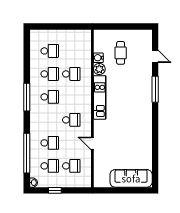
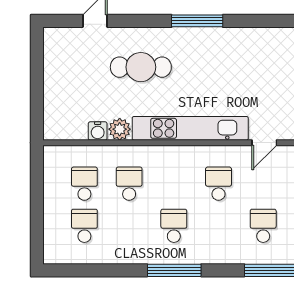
cafe table: (121, 53) -> (141, 67), moved, width x1.37, depth x1.35
school desk: (50, 74) -> (84, 184), moved
window: (155, 89) -> (197, 21), moved
kitchen unit: (100, 97) -> (190, 128), width x1.36

